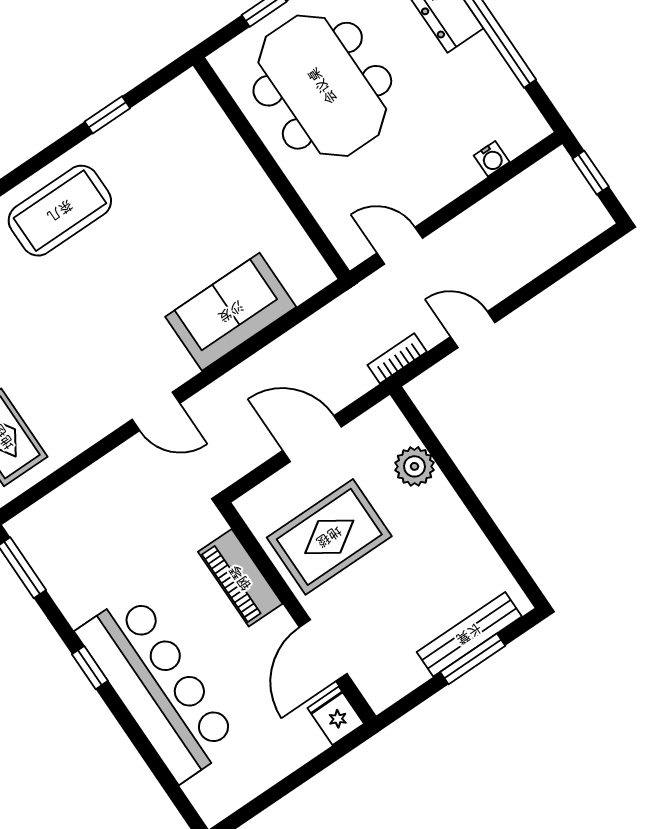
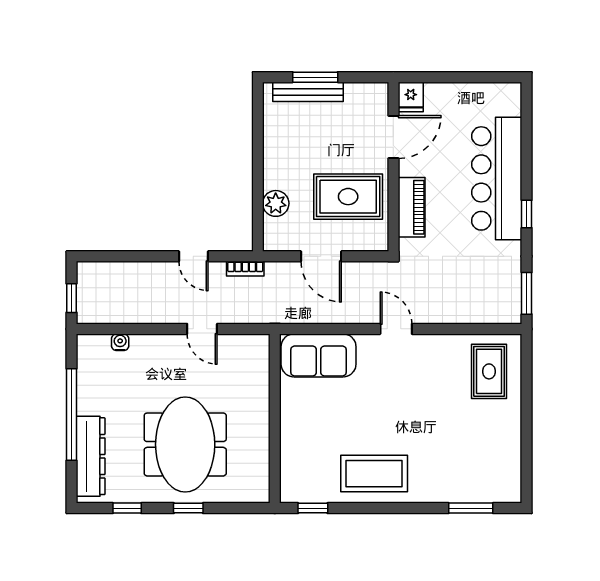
wall: (271, 168) -> (275, 419), moved

